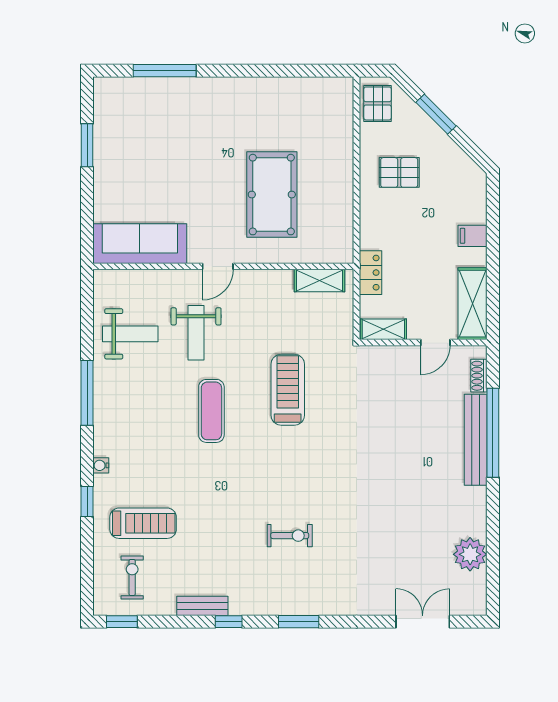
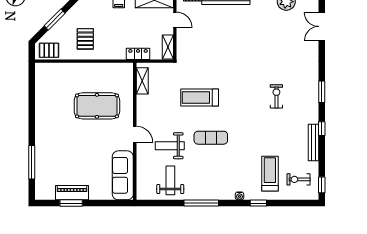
piano: (107, 147) -> (72, 193), added
weight bench: (196, 333) -> (170, 146), turned 180
bench: (202, 606) -> (313, 142), width x1.36

